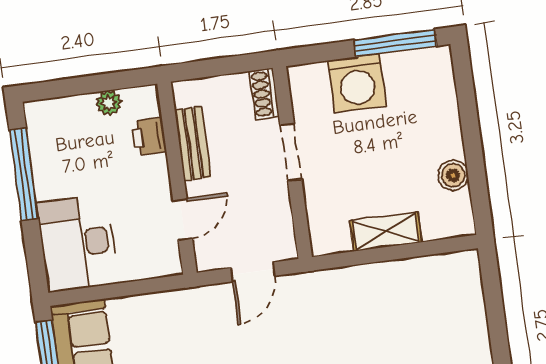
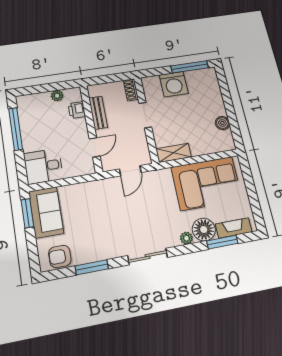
shelving: (386, 232) -> (174, 153), moved
desk: (77, 243) -> (43, 166), width x0.73
corner sofa: (406, 305) -> (207, 183), added

